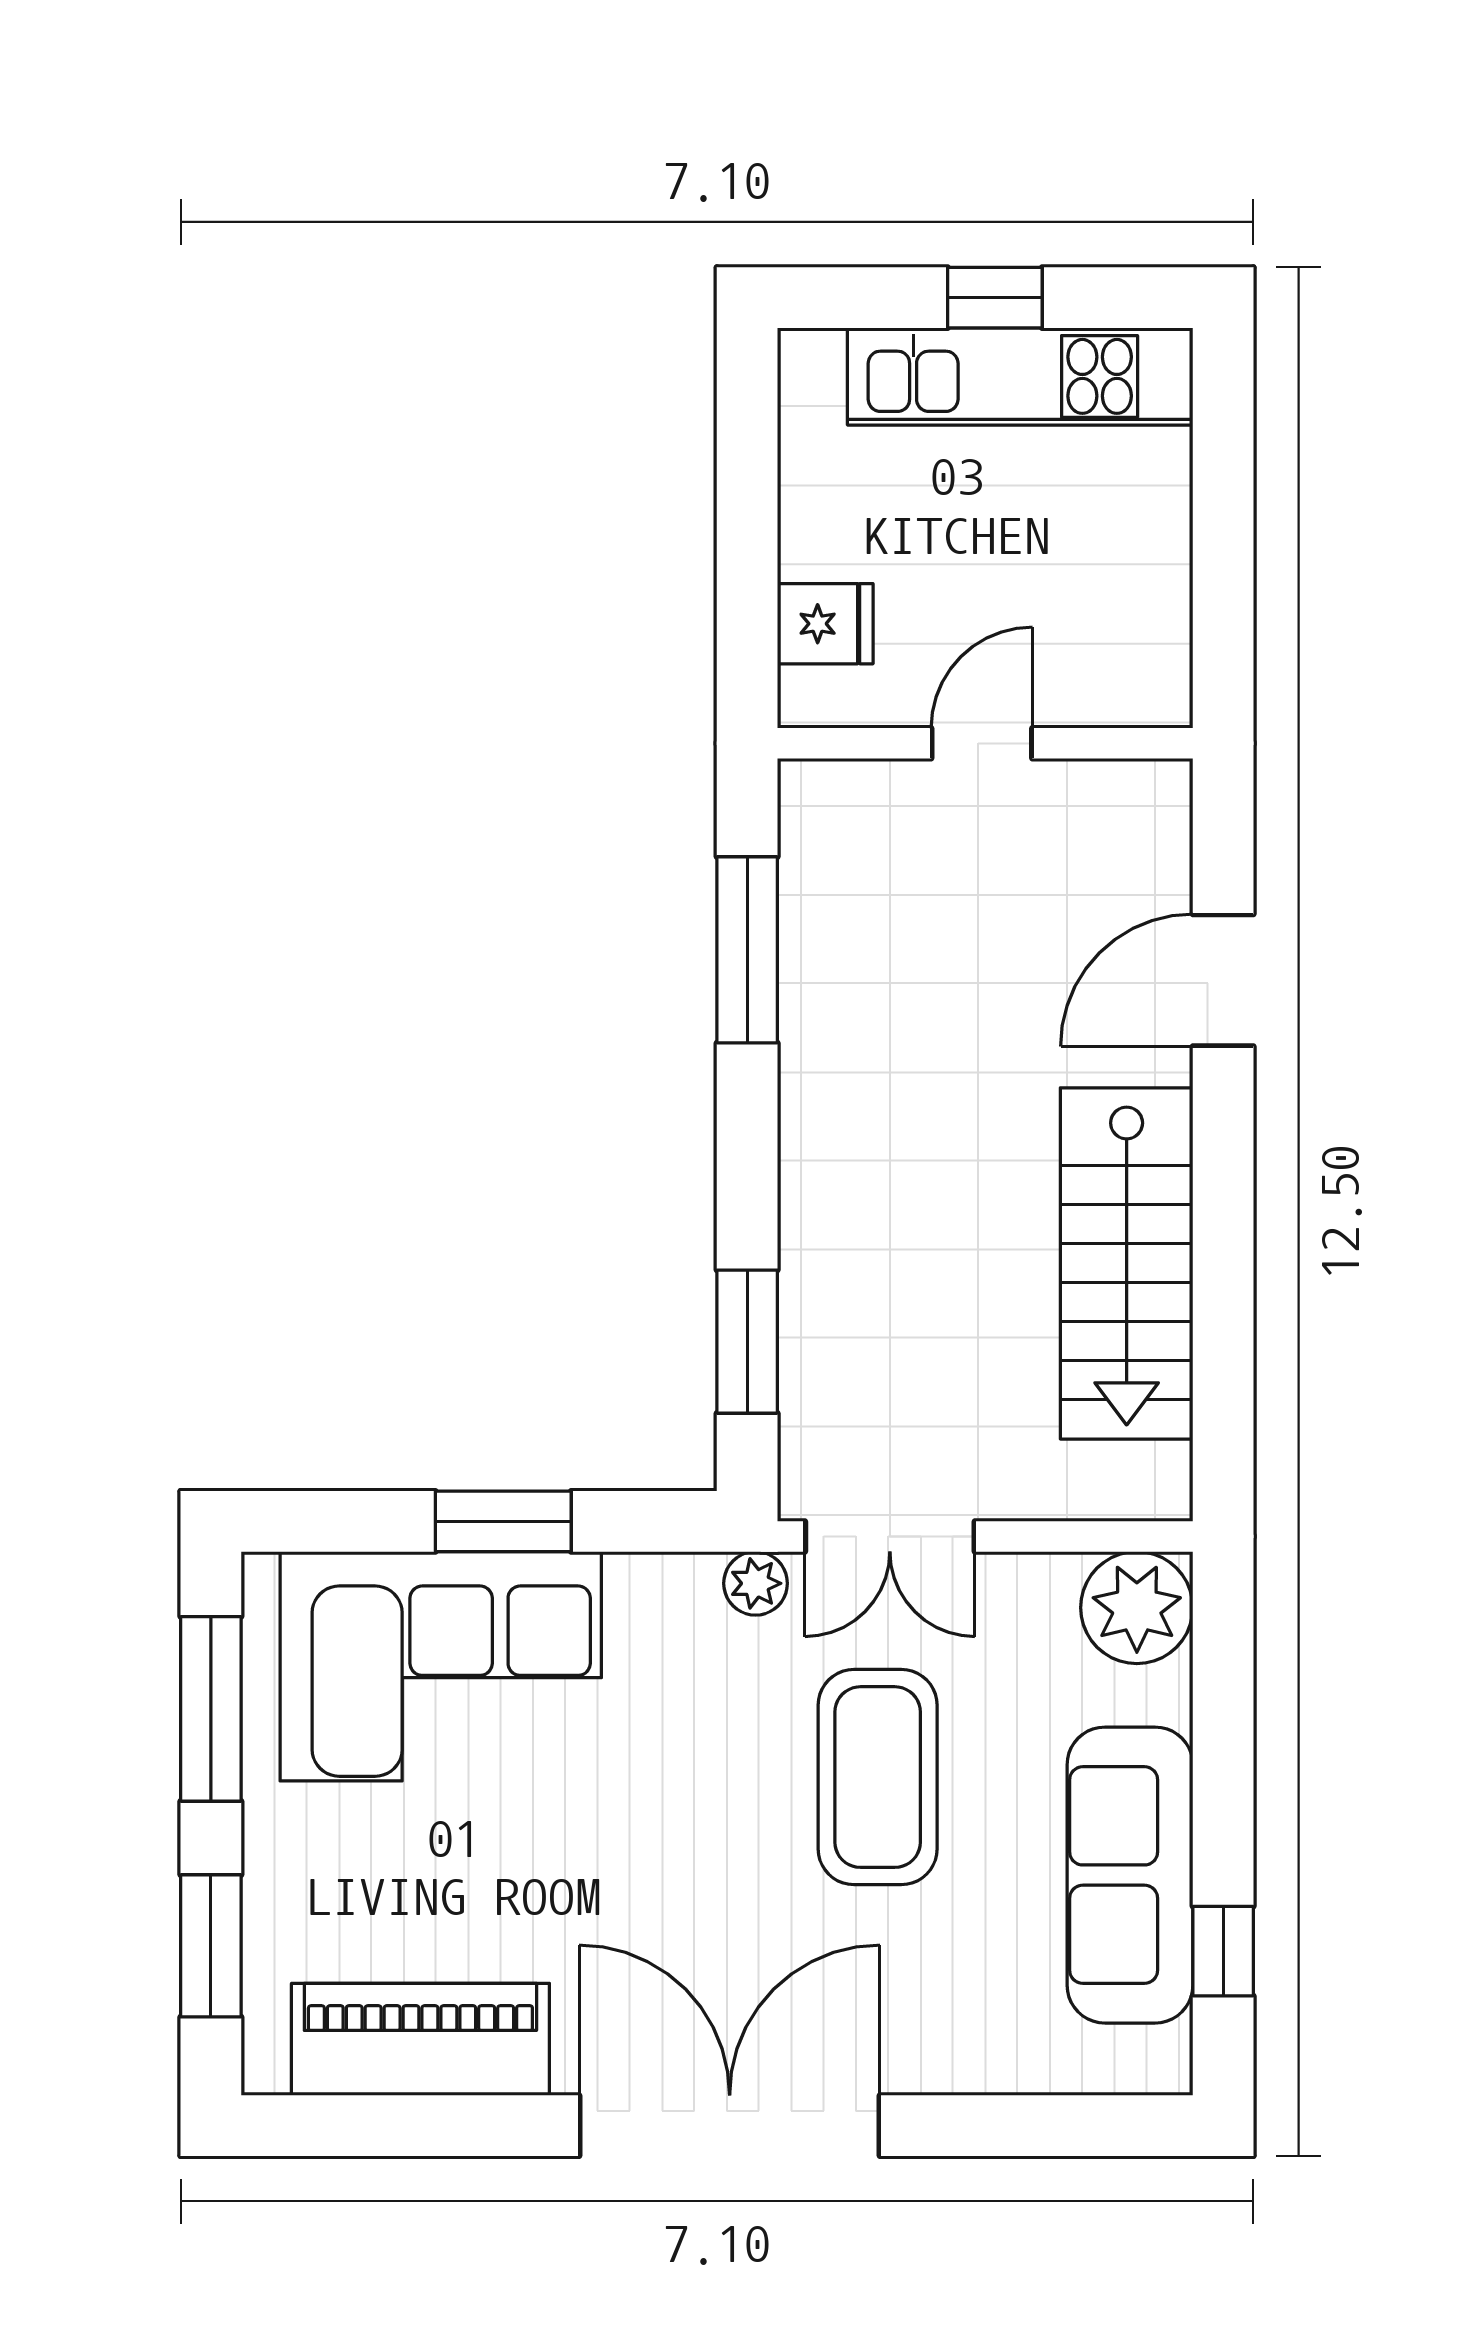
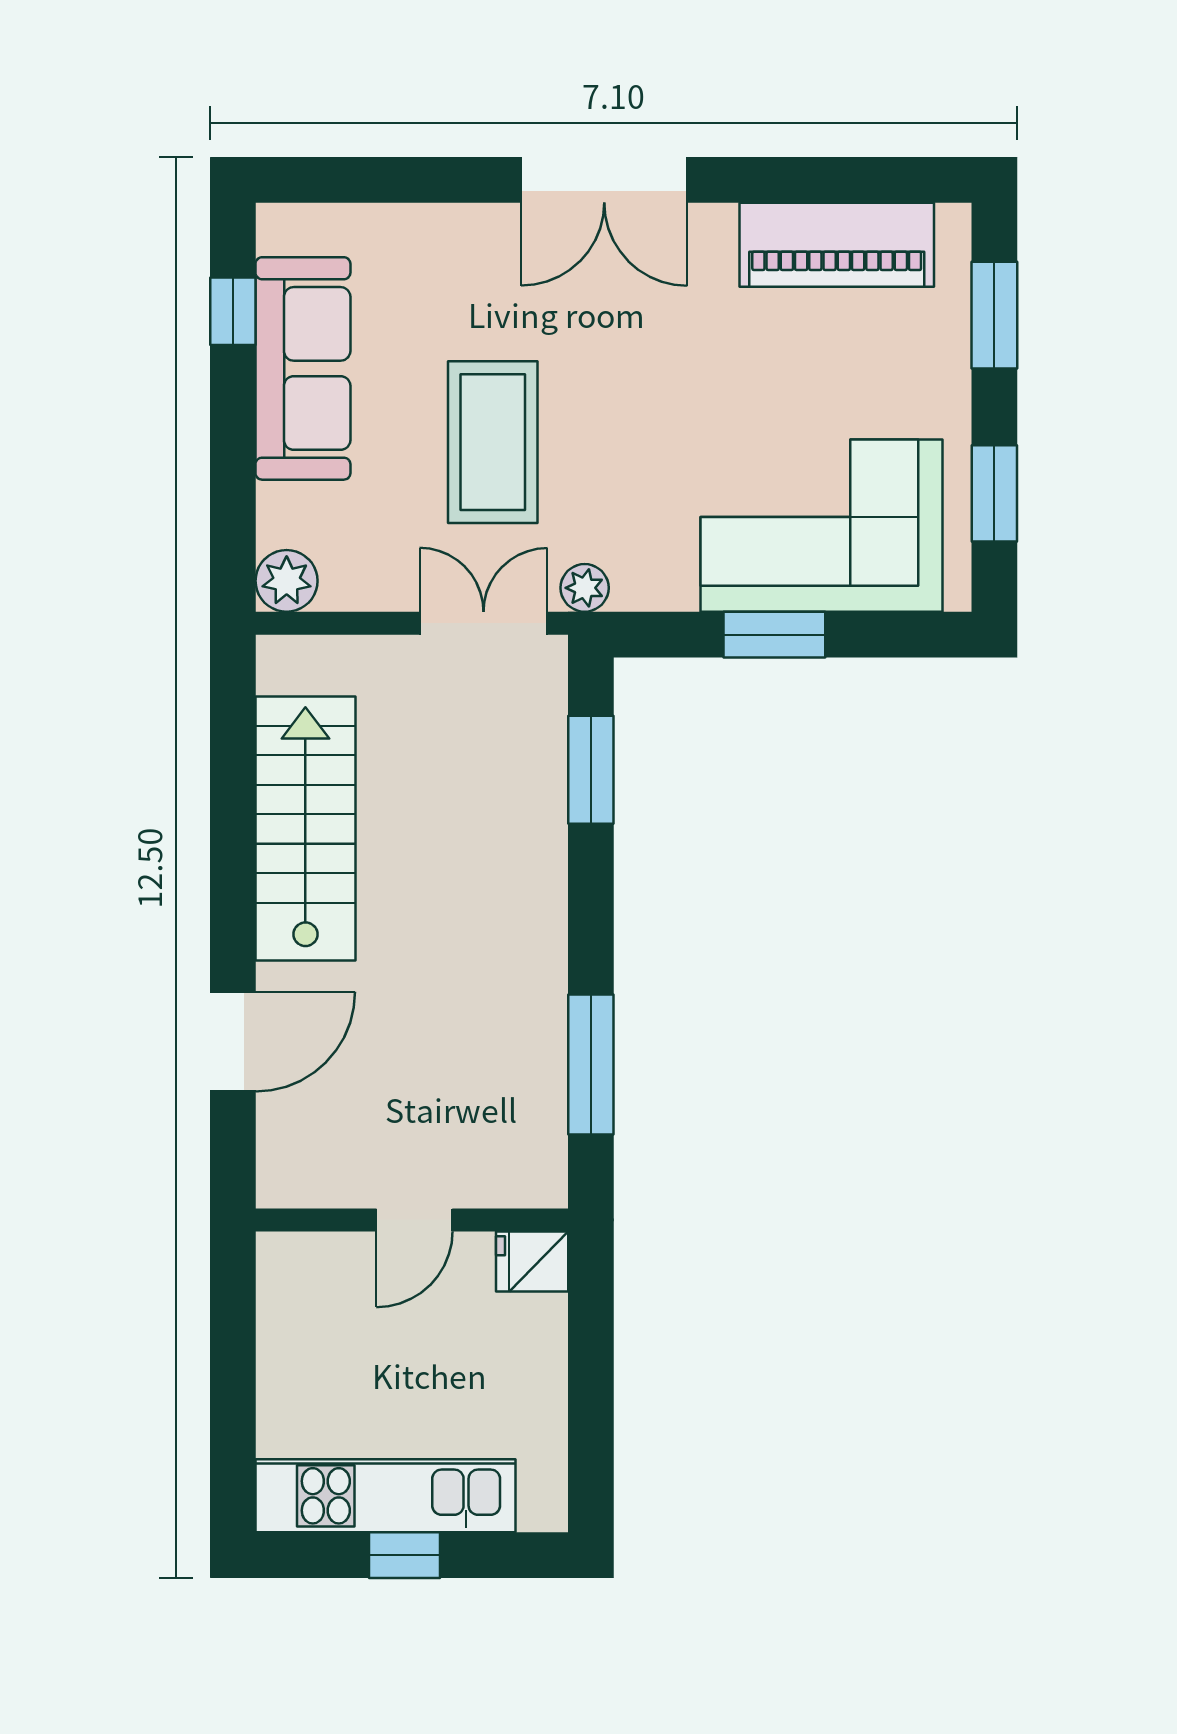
fridge: (825, 624) -> (532, 1261), moved
plant: (1137, 1608) -> (287, 581), width x0.73, depth x0.73
window: (211, 1709) -> (994, 493), width x0.69
double door: (730, 2126) -> (604, 180), width x0.73

